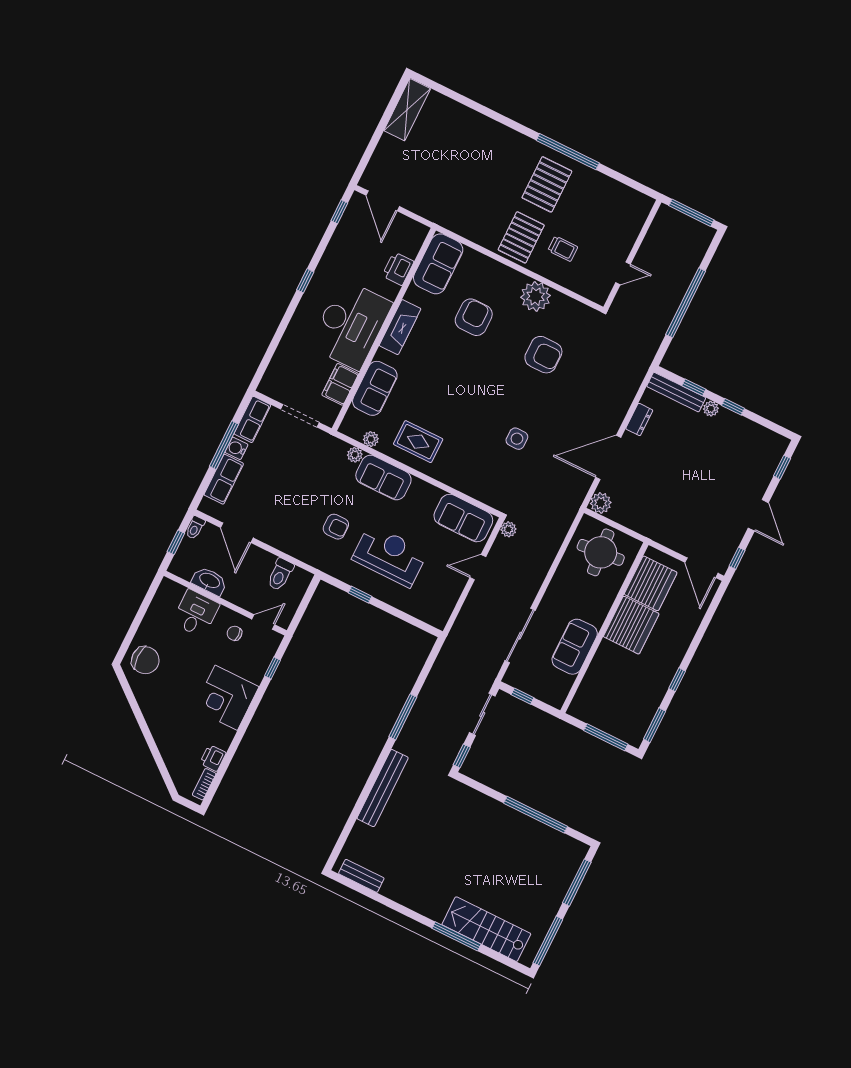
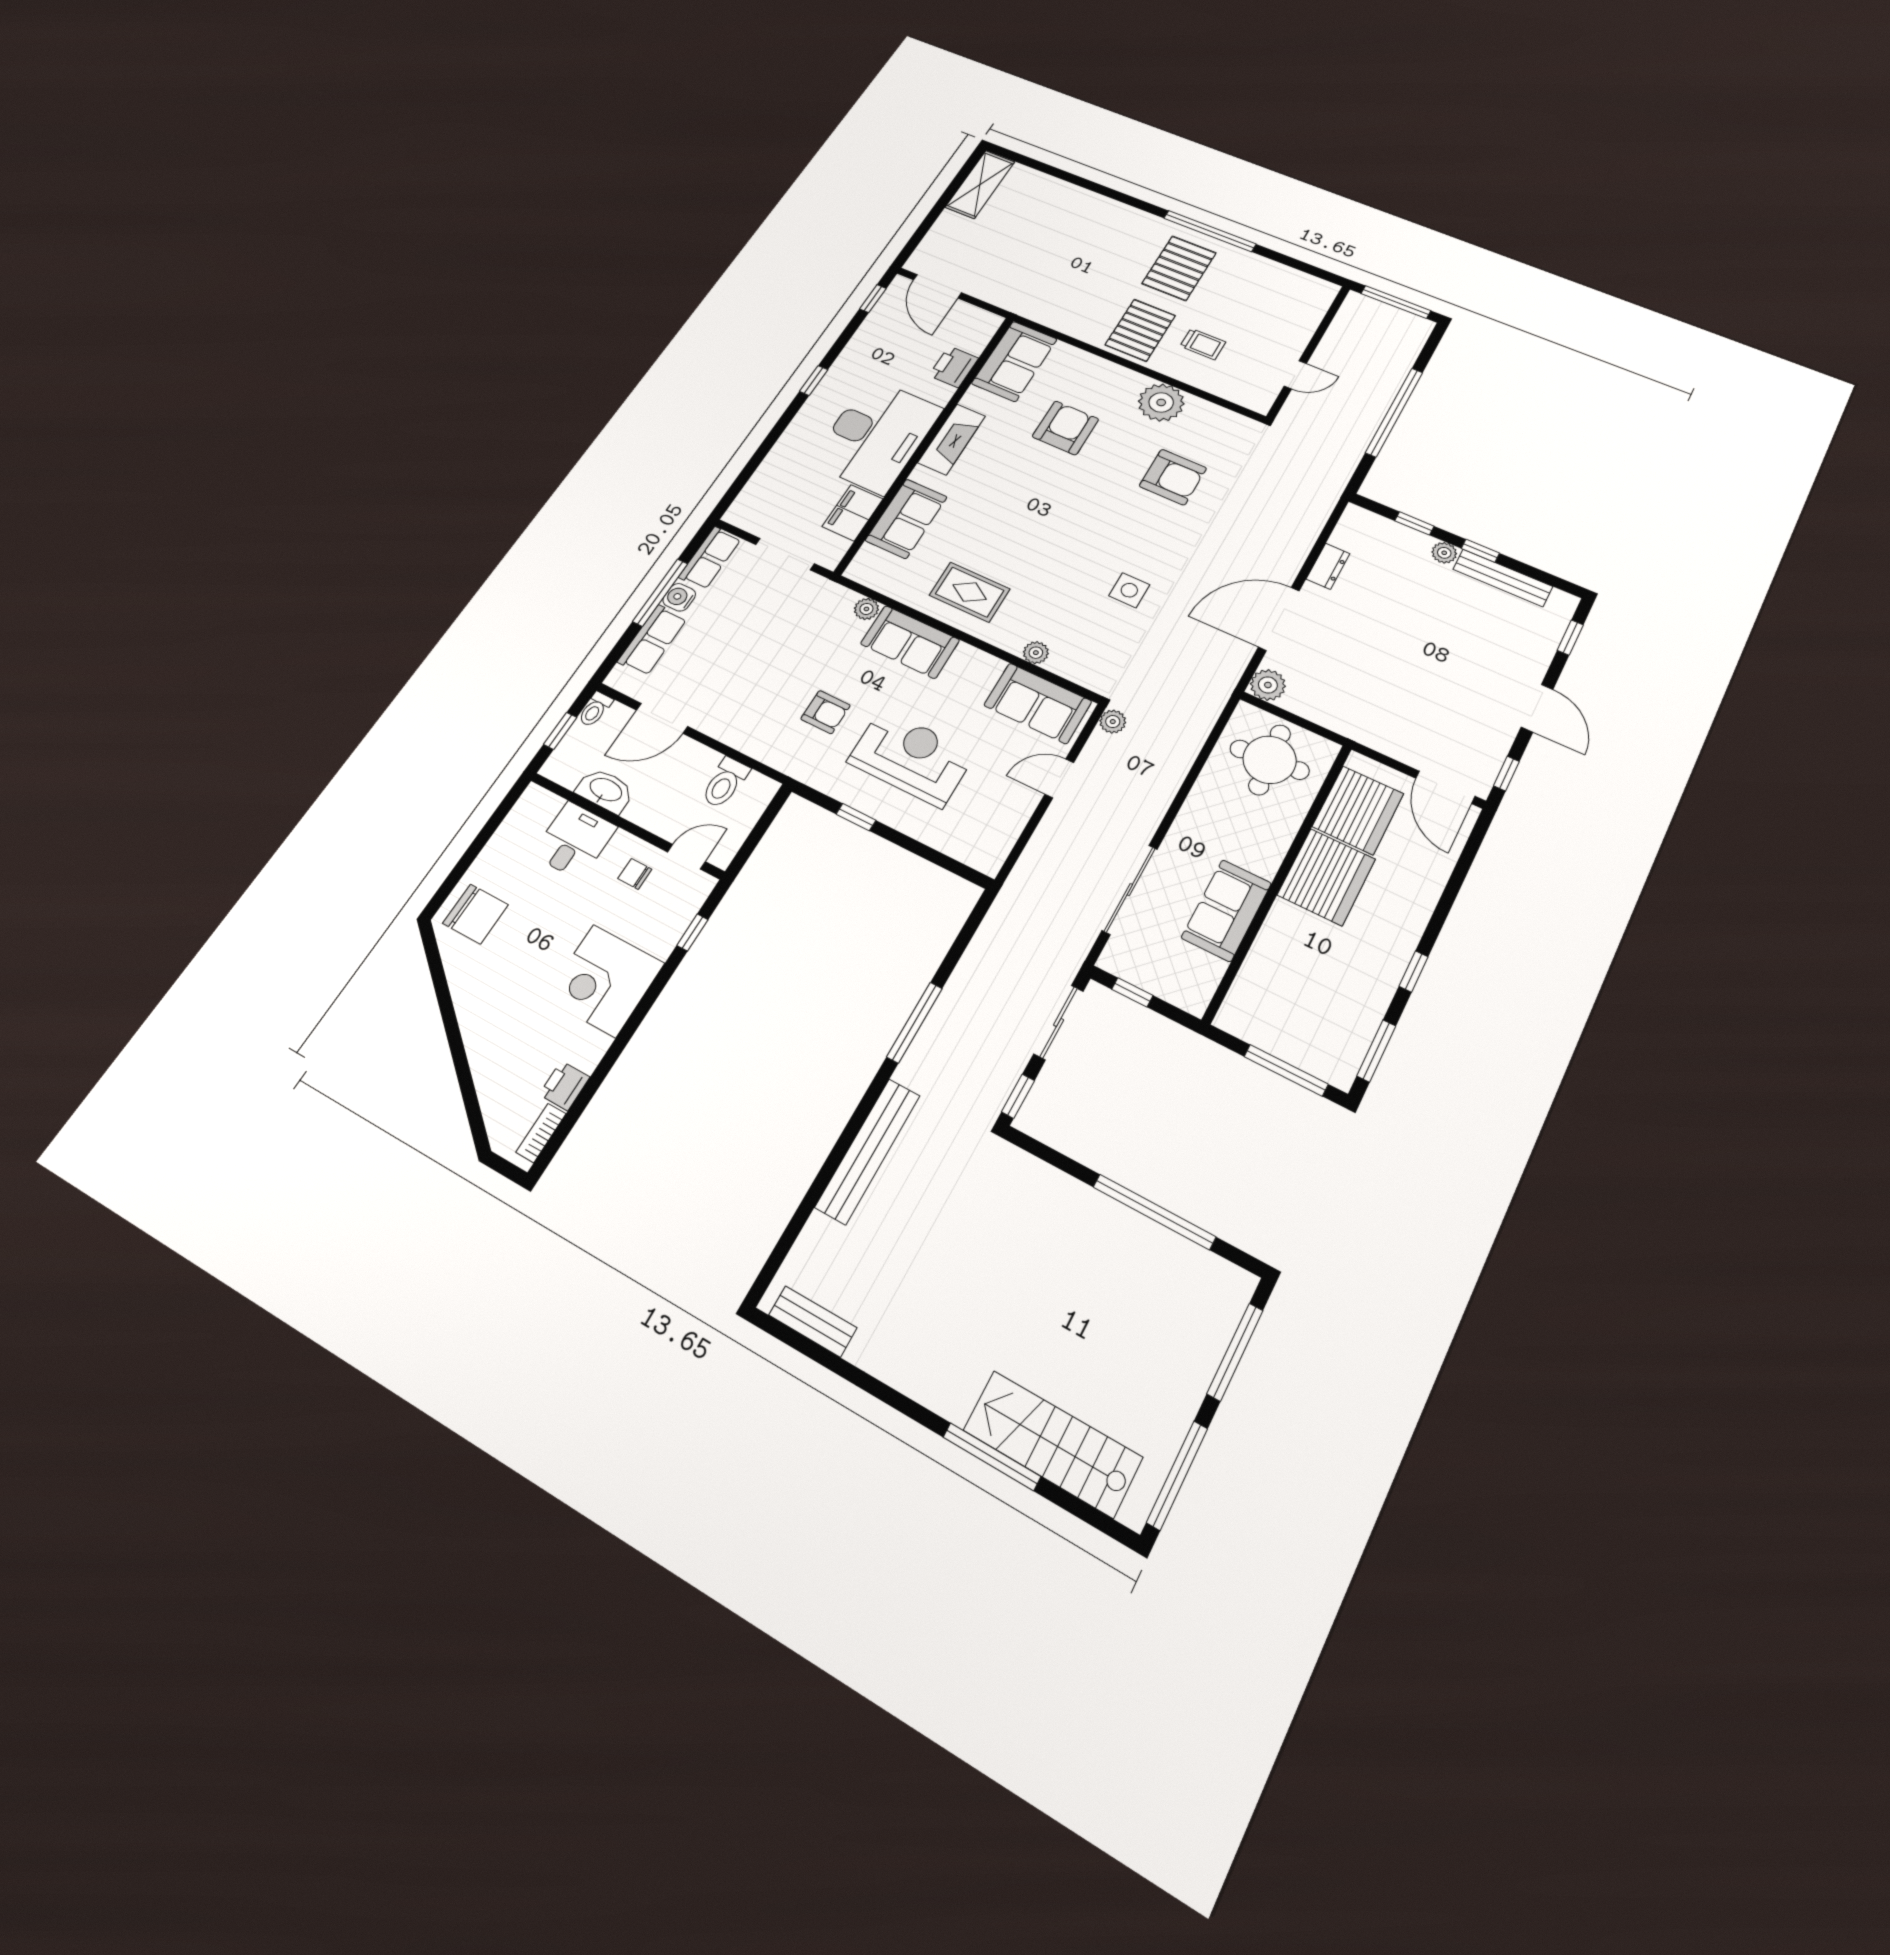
bench: (676, 392) -> (1503, 578), moved
plant: (371, 439) -> (1036, 653), moved
door: (237, 533) -> (662, 718), hinge flipped

